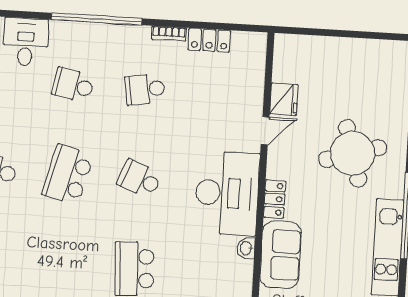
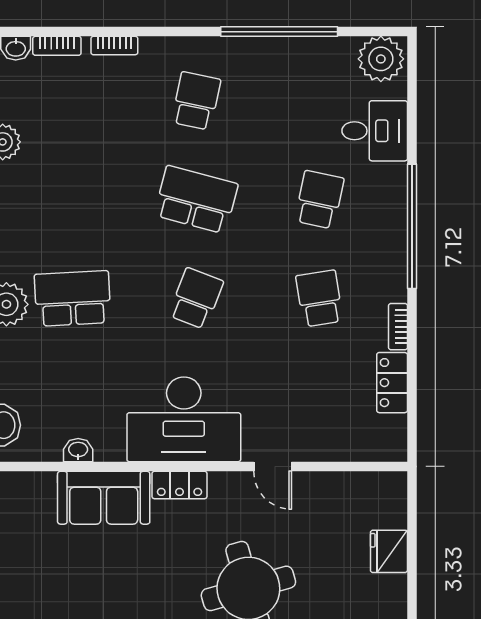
fridge: (284, 99) -> (389, 551), moved, turned 90
washbasin: (246, 248) -> (78, 450), moved

